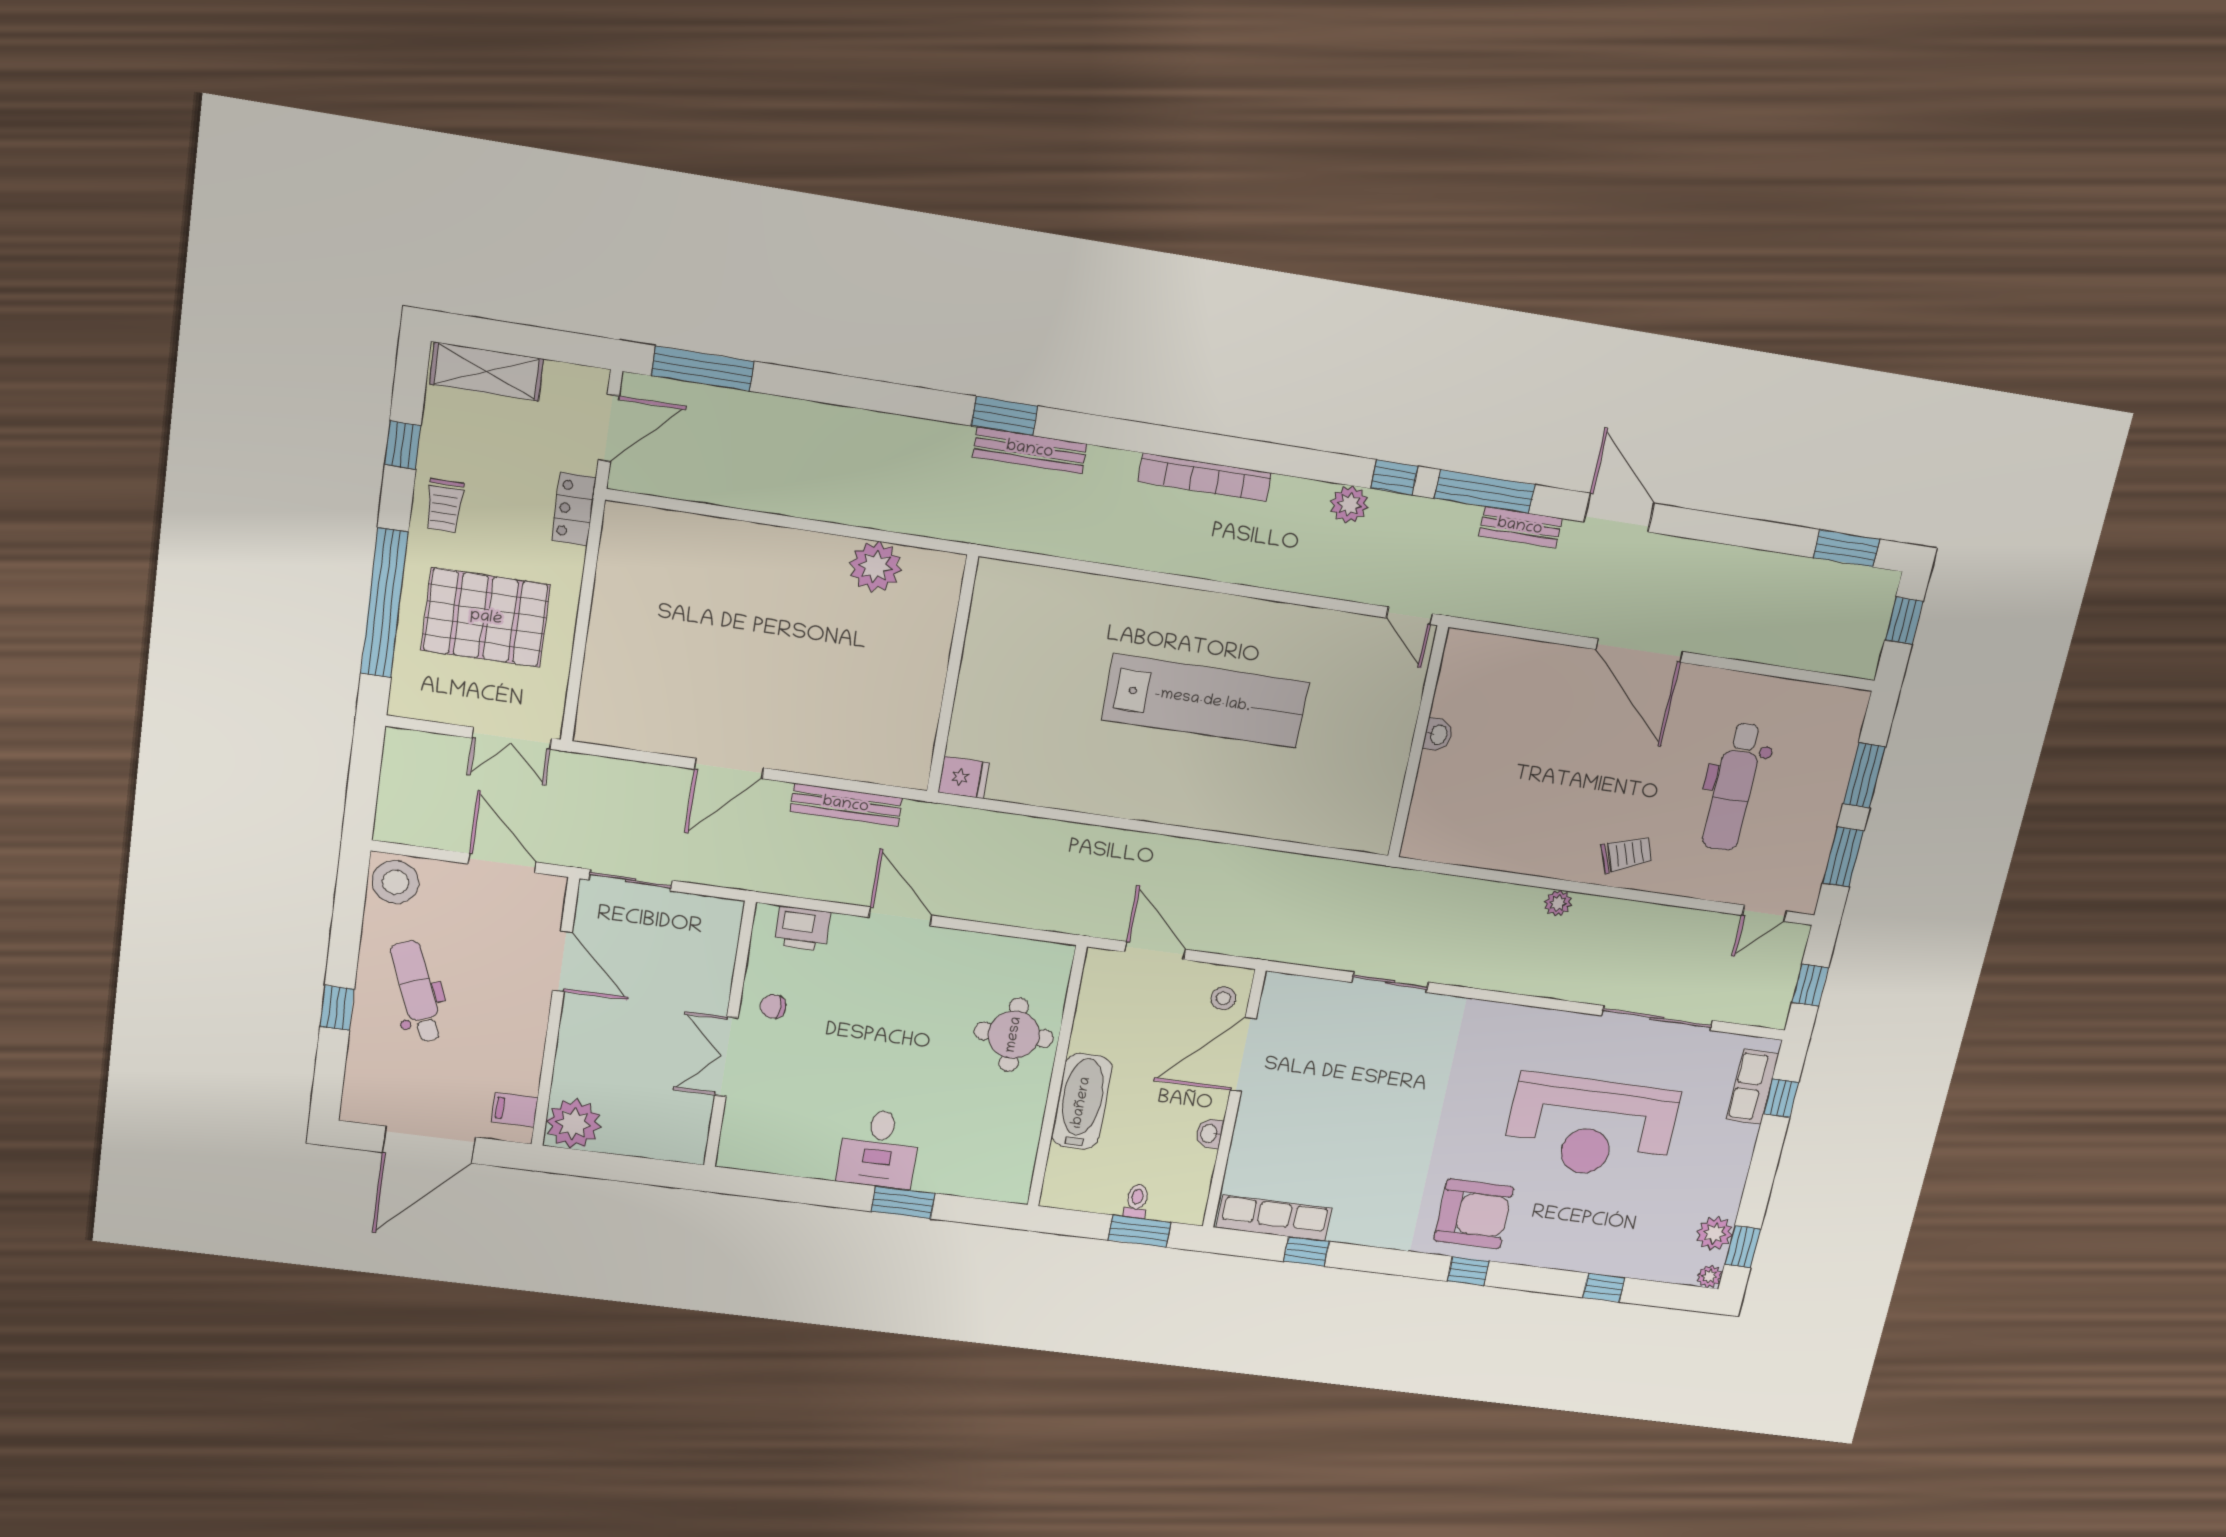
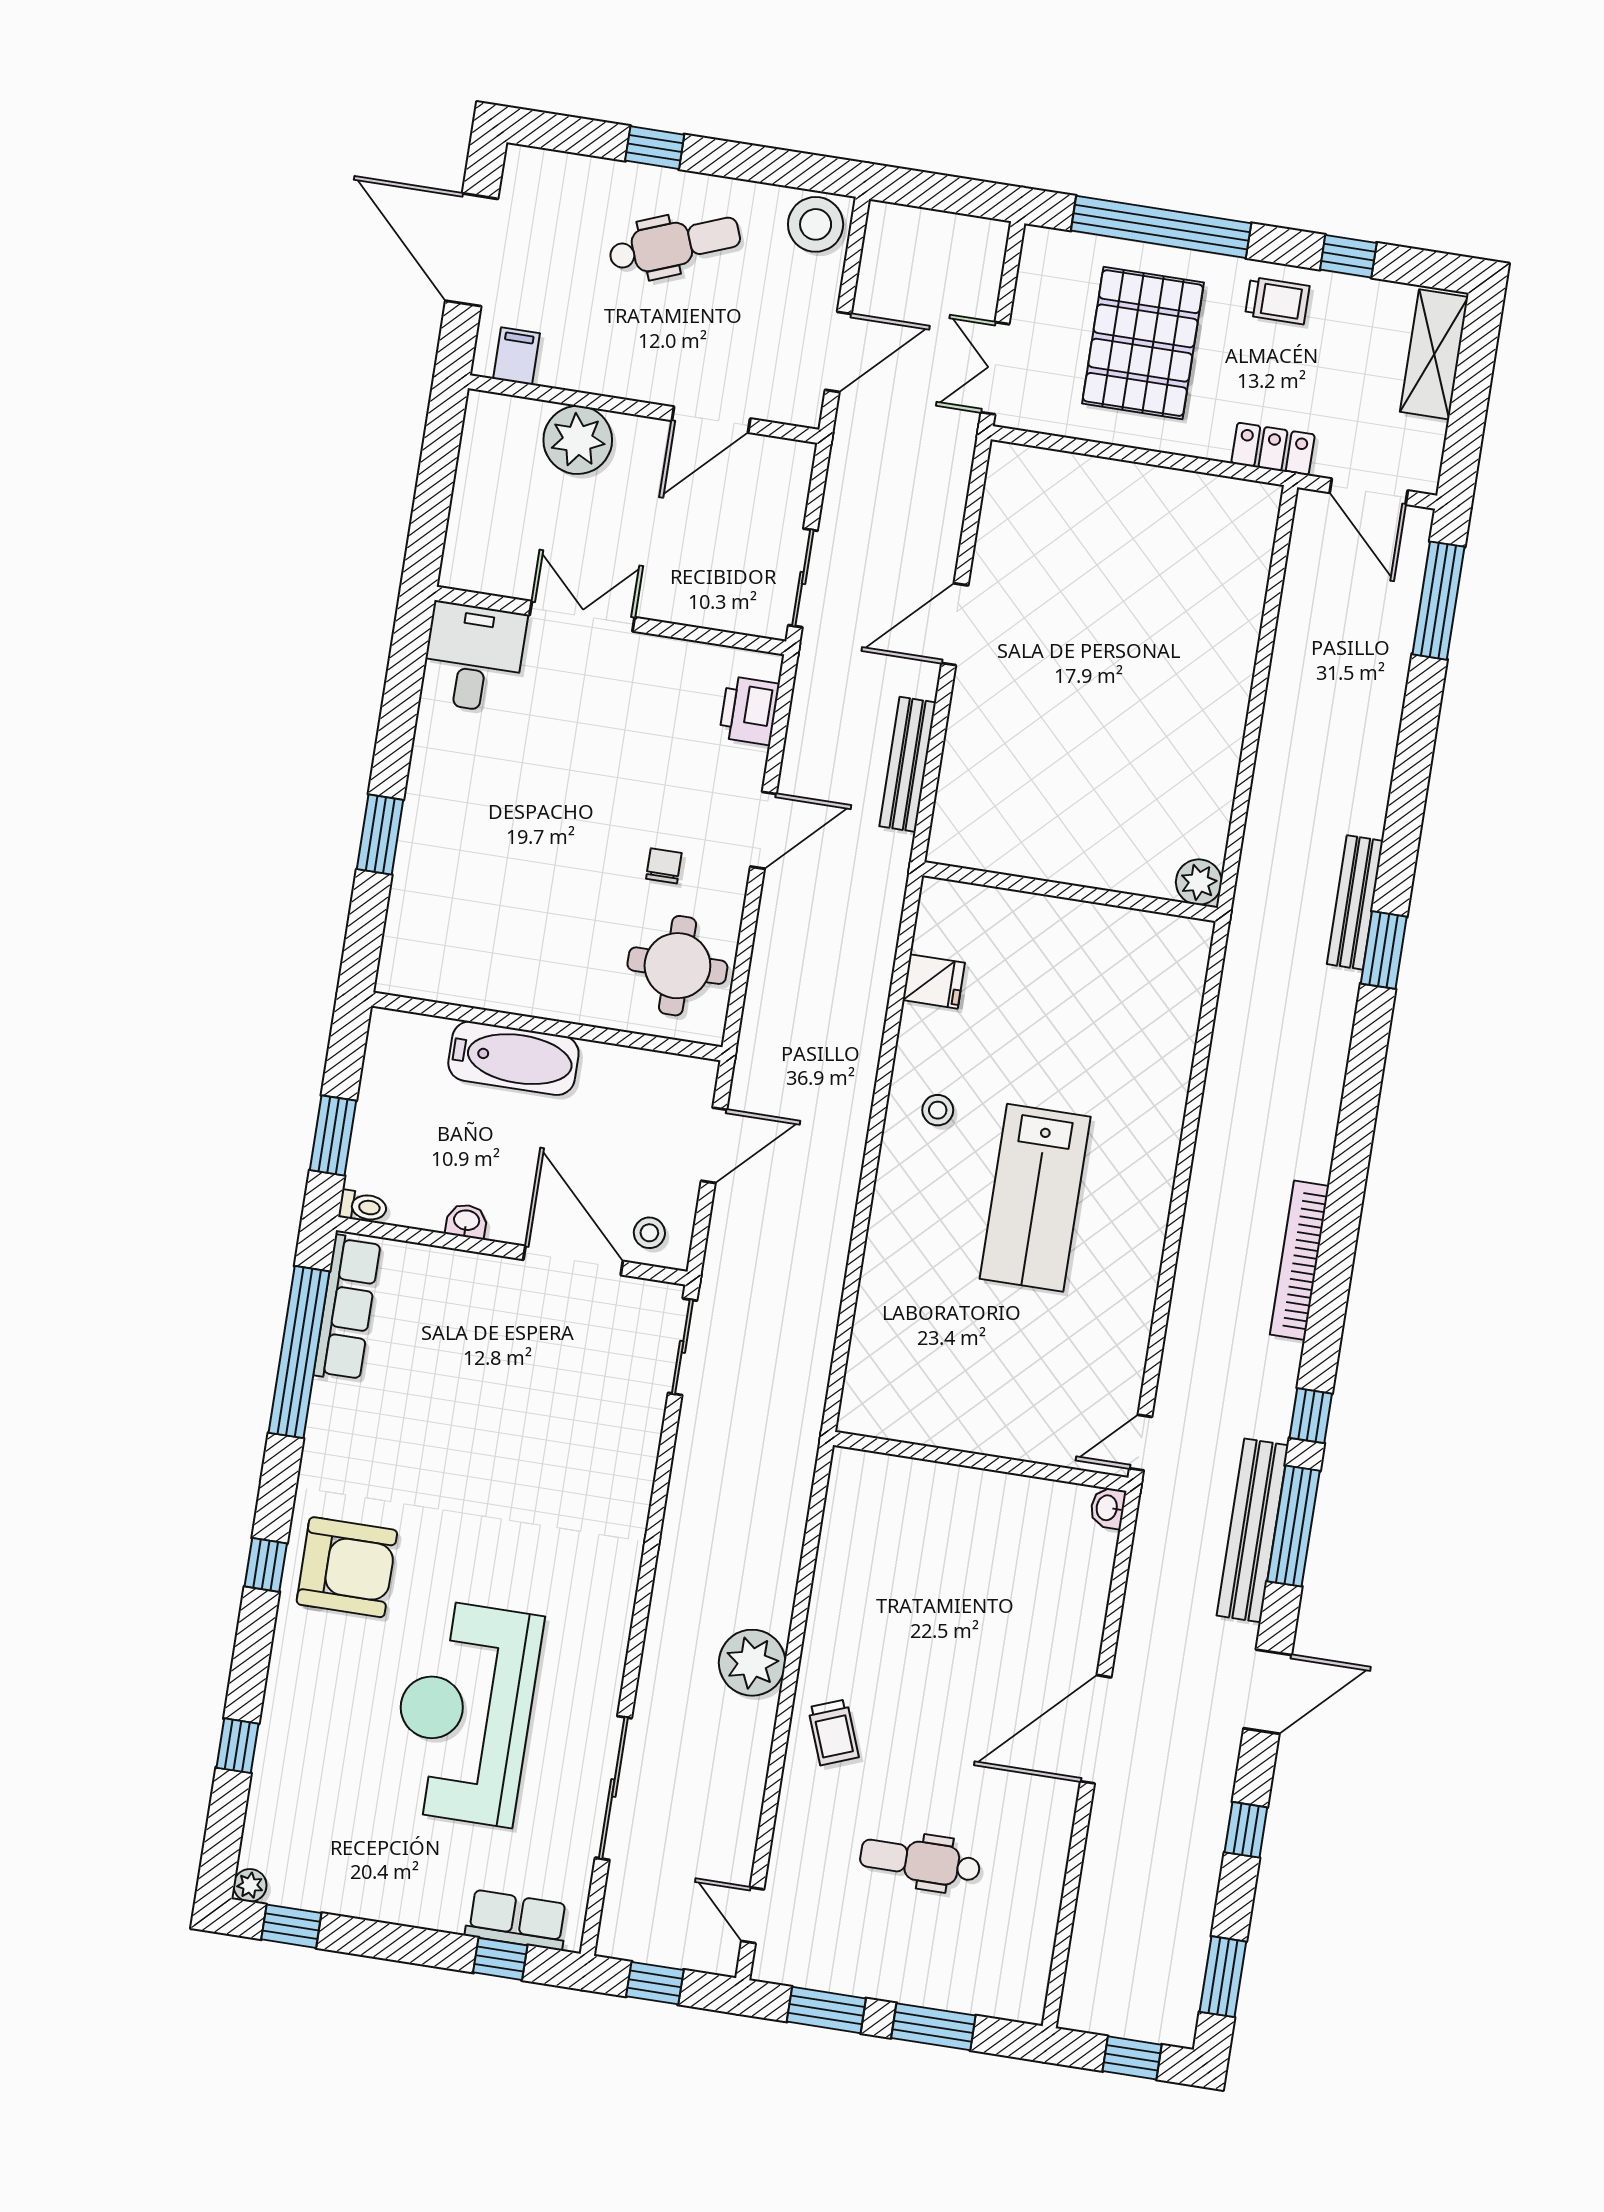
bench: (1030, 450) -> (1355, 902), moved
bookcase: (1205, 477) -> (1299, 1260), moved
plant: (1349, 504) -> (1278, 1363), removed
trolley: (444, 505) -> (1277, 301), turned 180
bench: (1520, 527) -> (1253, 1530), width x1.86, depth x1.21
window: (1730, 530) -> (1246, 1830), added
plant: (876, 567) -> (1199, 882), moved, width x0.73, depth x0.73
lab bench: (1205, 701) -> (1035, 1198), width x0.73
washbasin: (1438, 735) -> (1108, 1508), moved, turned 90
door: (729, 768) -> (955, 624), hinge flipped
fridge: (964, 777) -> (934, 981), moved, turned -90
stool: (1131, 779) -> (938, 1110), added
dental chair: (1733, 787) -> (920, 1861), width x0.73, depth x0.72
sliding door: (631, 880) -> (803, 578), moved
plant: (1558, 903) -> (752, 1663), width x1.88, depth x1.88
sliding door: (1390, 982) -> (682, 1347), moved
chair: (773, 1006) -> (664, 866), moved
round table: (1014, 1035) -> (677, 966), moved
plant: (574, 1124) -> (578, 440), moved
desk: (879, 1149) -> (474, 658), moved, turned 90
toilet: (1137, 1201) -> (363, 1207), moved
armchair: (1474, 1214) -> (347, 1567), turned -90
plant: (1715, 1233) -> (311, 1887), removed
window: (1306, 1251) -> (299, 1352), width x3.17

